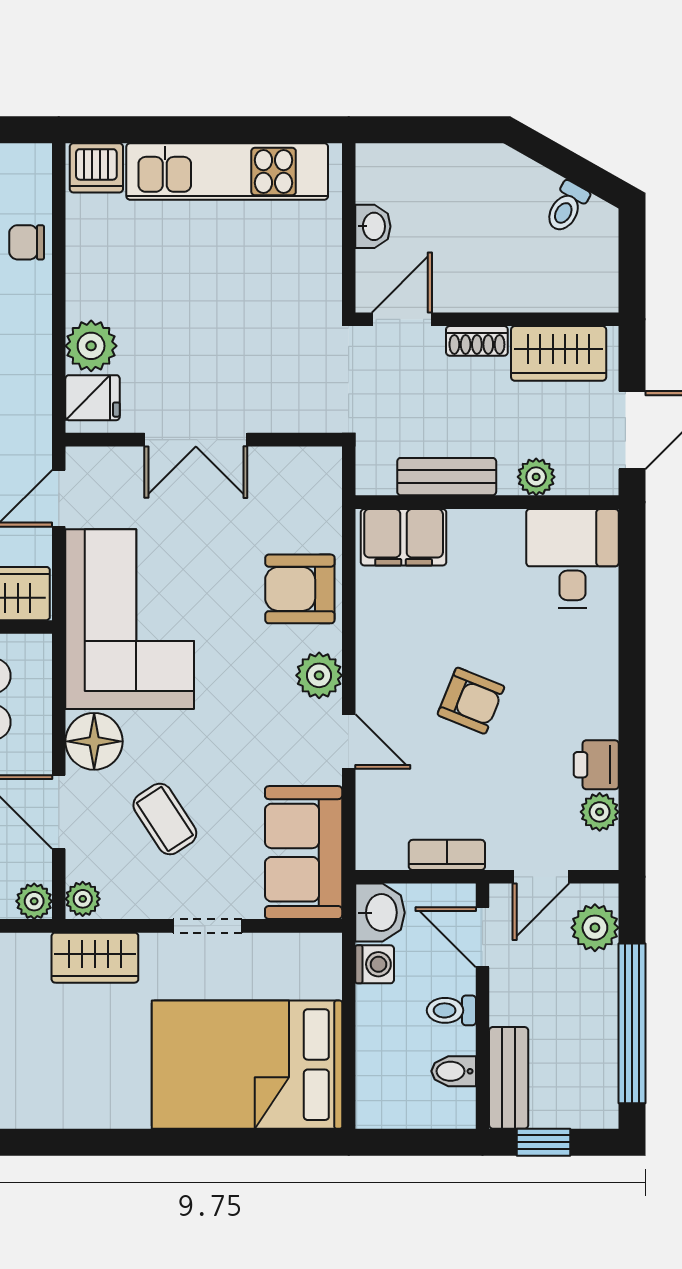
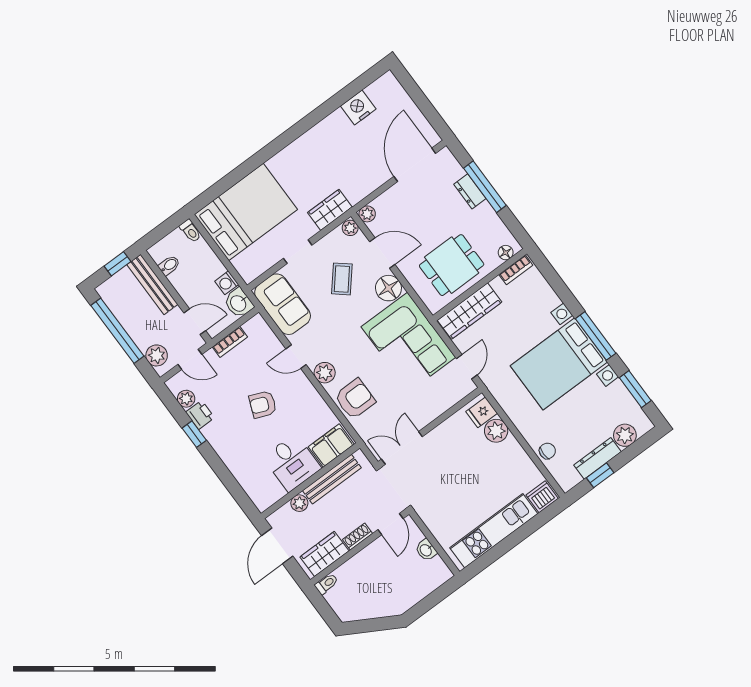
toilet: (567, 207) -> (327, 584), moved, turned 60
double door: (196, 440) -> (402, 448), moved
bench: (447, 477) -> (332, 479), width x1.36
desk: (572, 559) -> (292, 463), moved
window: (632, 738) -> (194, 434), added
coffee table: (165, 819) -> (342, 279), turned 73
door: (541, 877) -> (190, 359), swing flipped
toilet: (451, 1010) -> (190, 231), moved, turned 90
bench: (509, 1078) -> (152, 284), width x1.36

